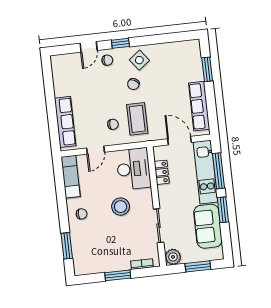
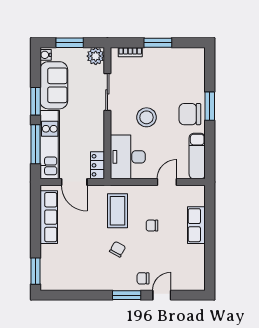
window: (120, 43) -> (127, 295), width x1.50
side table: (139, 60) -> (108, 275), removed
window: (207, 69) -> (35, 271), moved
row of seats: (65, 122) -> (196, 225), width x0.68
chair: (113, 124) -> (152, 226), moved
locker: (162, 172) -> (97, 165), moved
chair: (82, 214) -> (190, 114), width x1.87, depth x1.87
window: (67, 246) -> (210, 106), moved
water cooler: (218, 253) -> (46, 55), added

